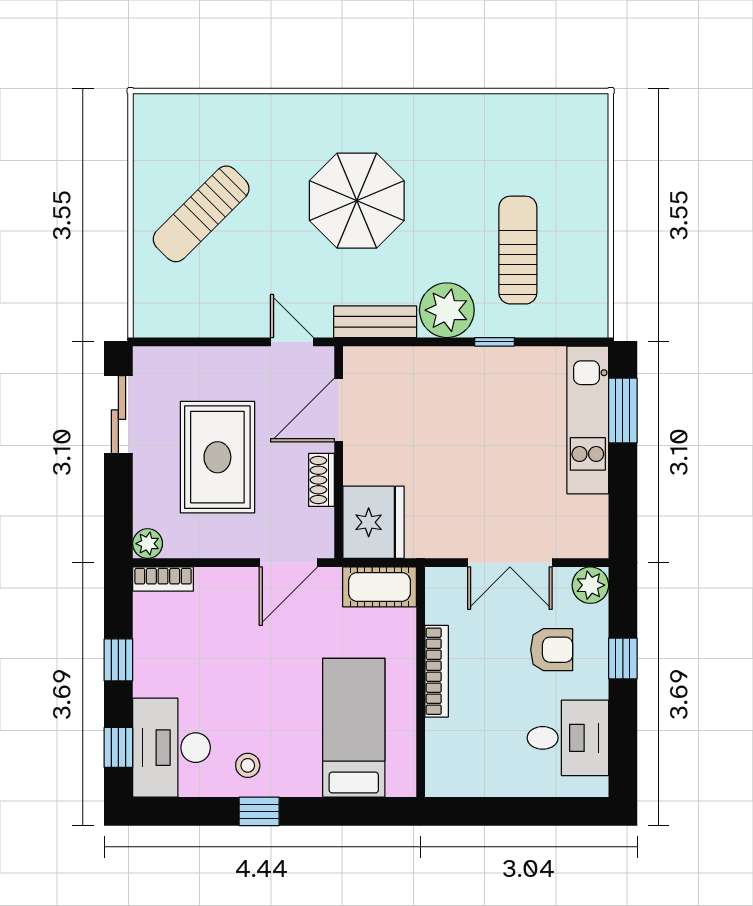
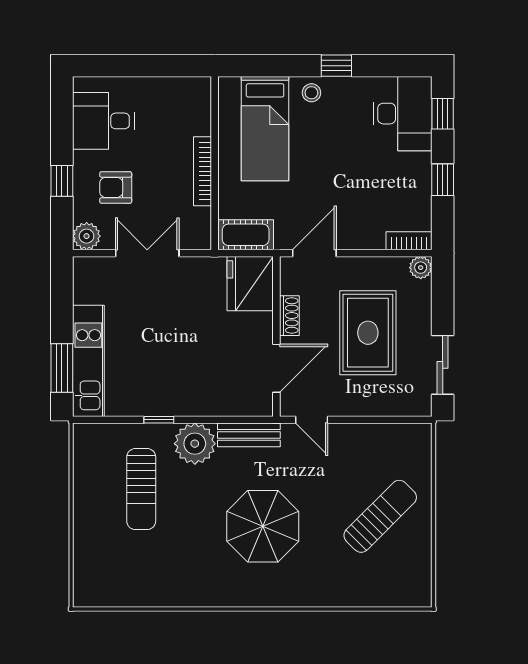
stool: (248, 765) -> (311, 93), moved

